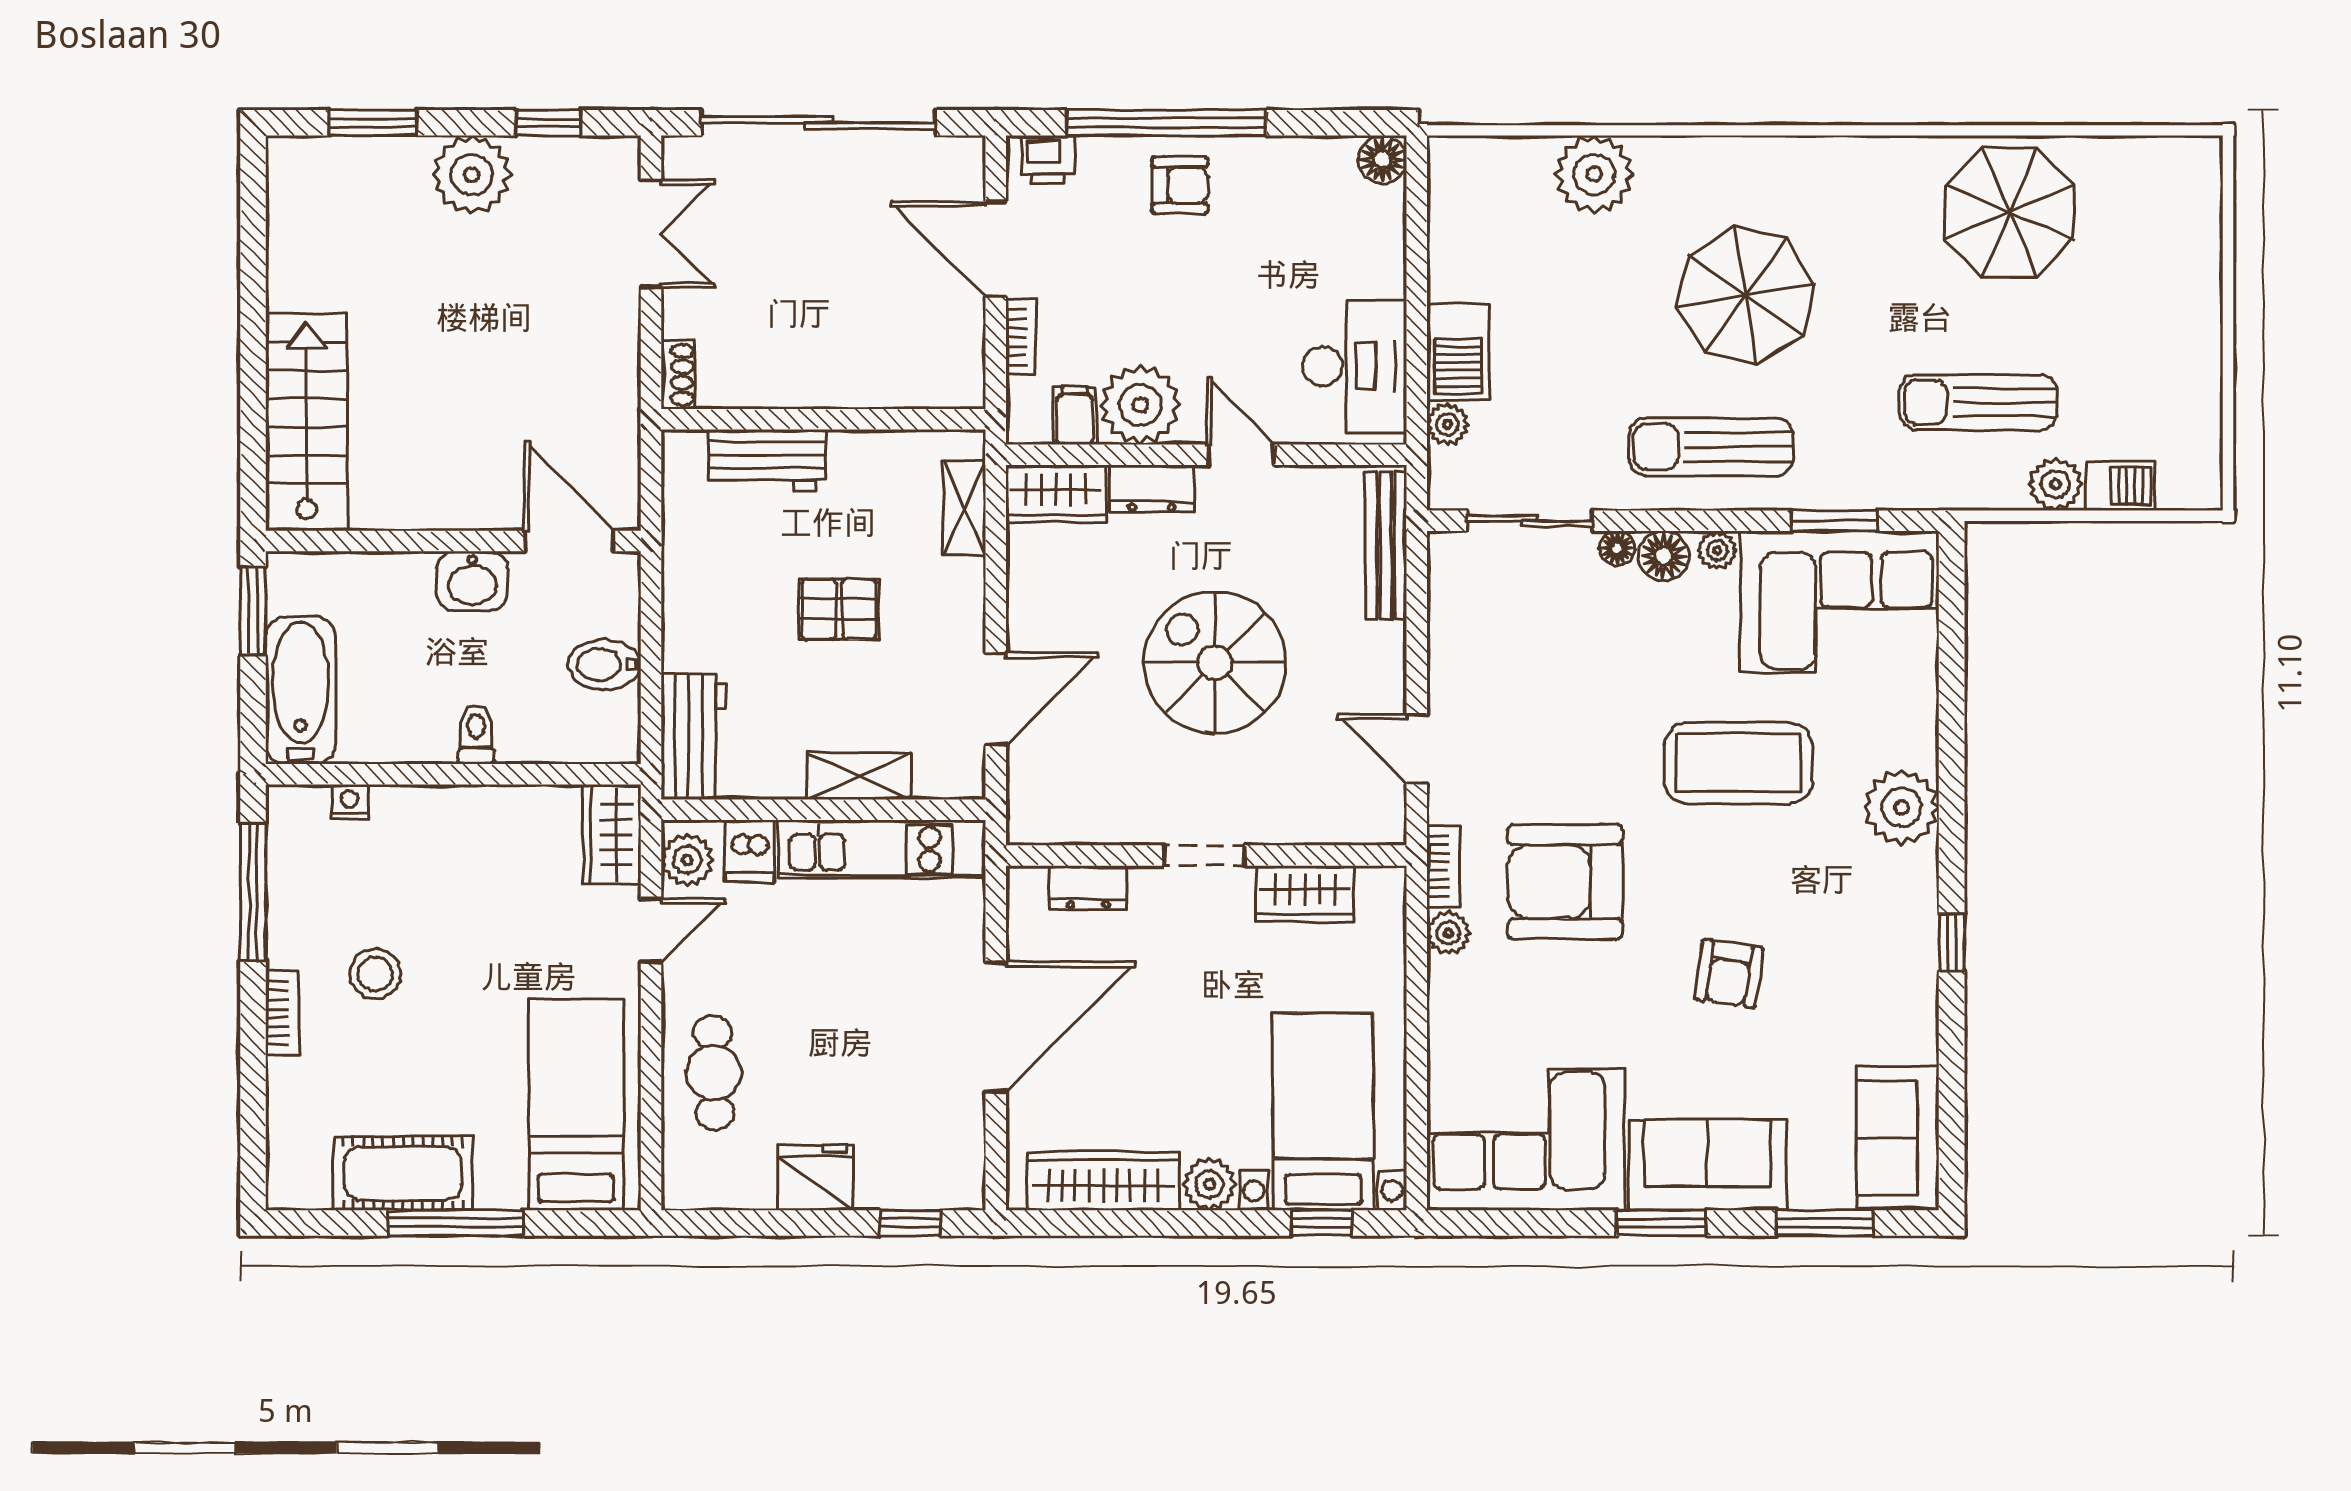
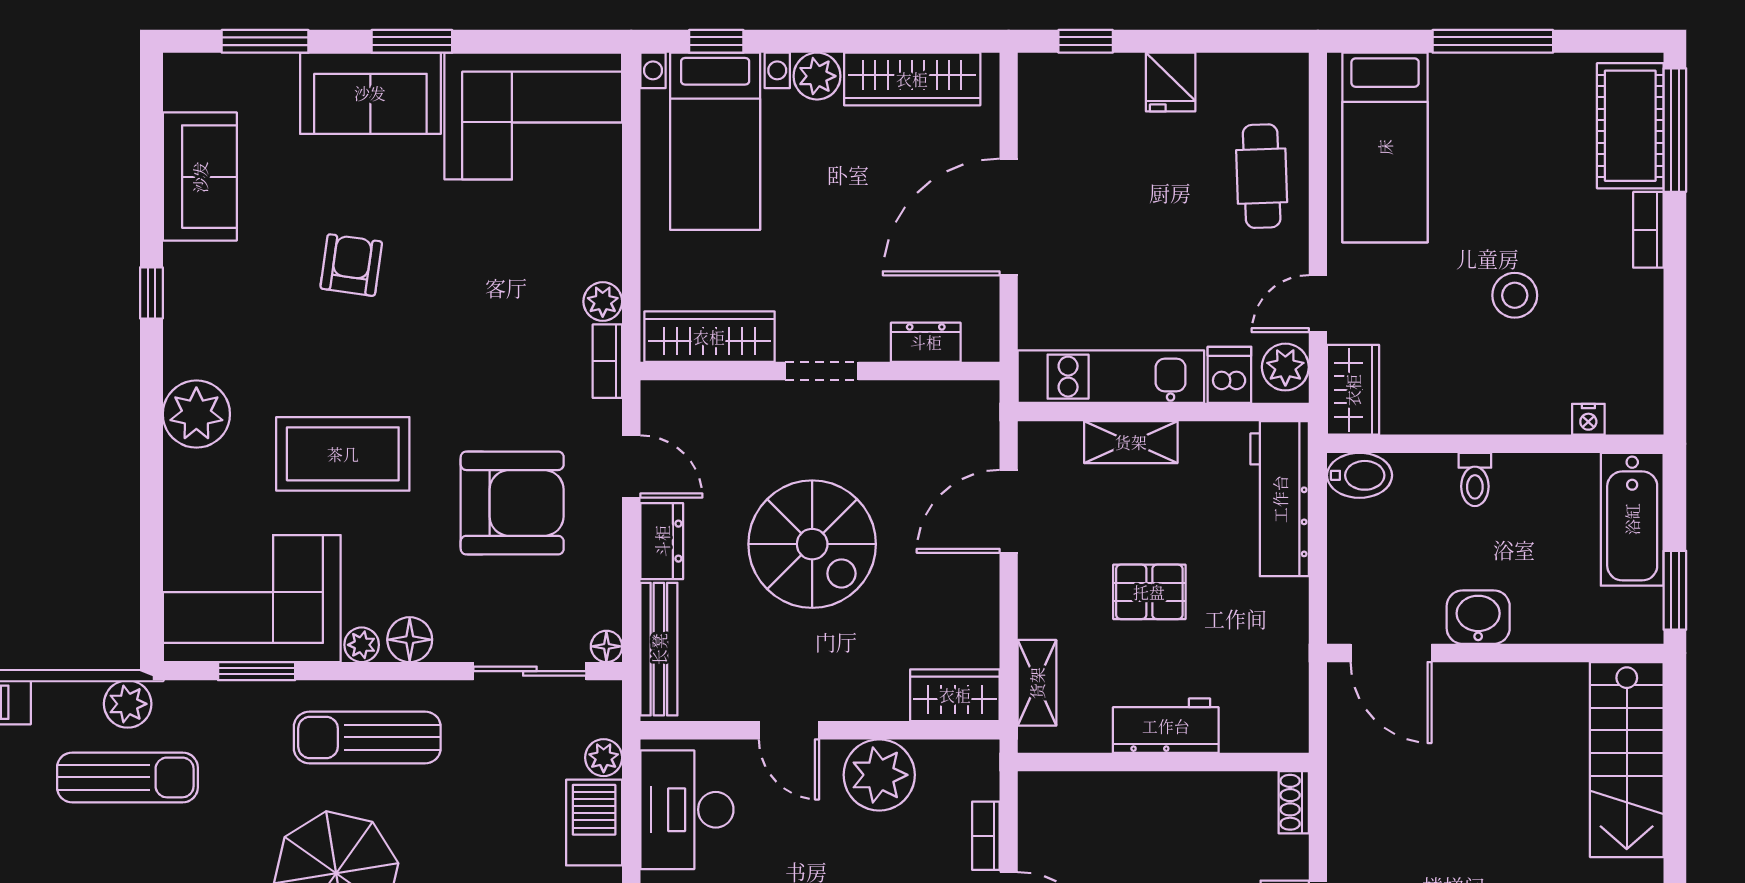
filing cabinet: (1075, 416) -> (938, 765), removed
sun lounger: (1711, 447) -> (367, 737), turned 180
workbench: (767, 460) -> (1166, 726), moved
plant: (2056, 484) -> (128, 704), moved
dresser: (1152, 489) -> (662, 541), moved, turned 90
floor lamp: (1617, 548) -> (606, 646), moved
bidet: (605, 665) -> (1360, 475), moved
workbench: (694, 737) -> (1280, 499), width x1.38
armchair: (1565, 882) -> (512, 503), moved
window: (253, 892) -> (1675, 130), moved
wardrobe: (1305, 894) -> (709, 337), width x1.50
stool: (376, 974) -> (1515, 295), moved
sofa: (1898, 1138) -> (200, 177), moved
cot: (403, 1173) -> (1630, 126), moved, turned 90
fridge: (815, 1178) -> (1171, 82), width x0.72

